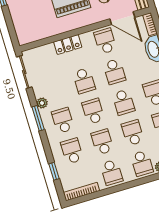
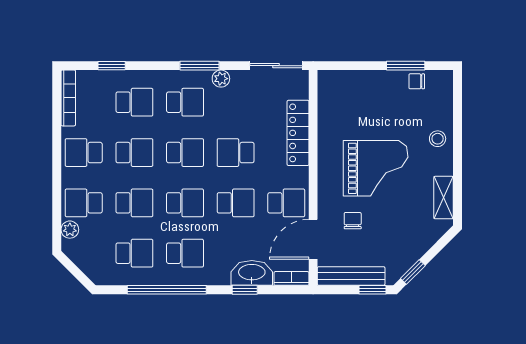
locker: (68, 45) -> (298, 133), width x1.53
school desk: (114, 72) -> (236, 203), turned 180
school desk: (124, 102) -> (185, 203), turned 180

